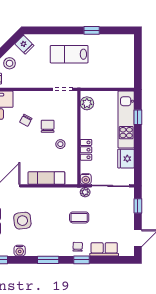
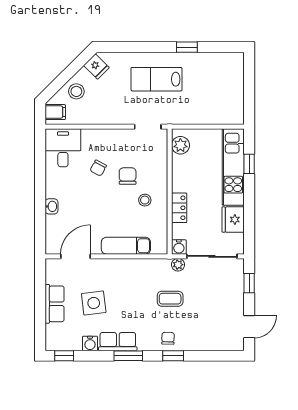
row of seats: (104, 249) -> (118, 342), moved

